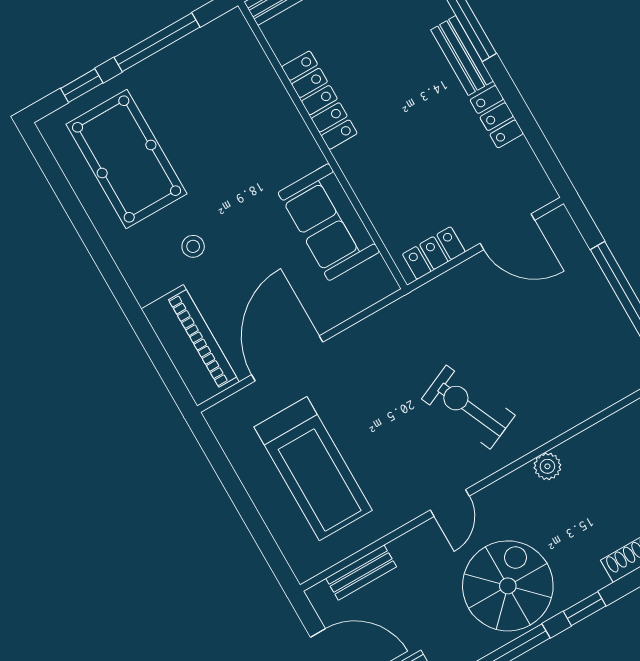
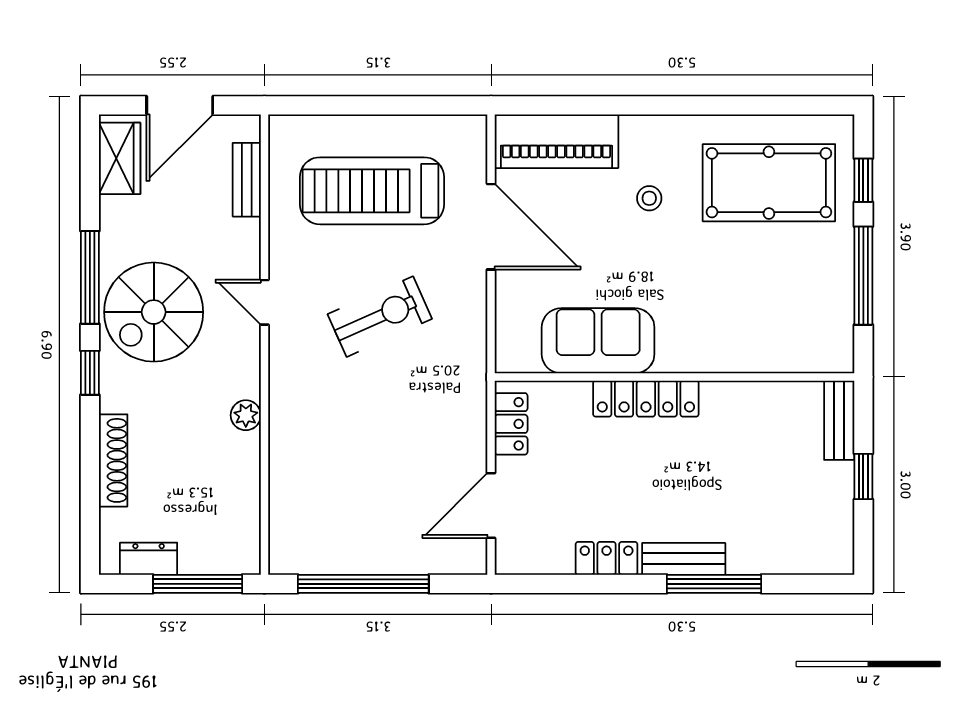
locker: (319, 100) -> (646, 399), moved
exercise bike: (468, 407) -> (380, 317), moved
spiral stairs: (508, 586) -> (154, 312), turned 90

